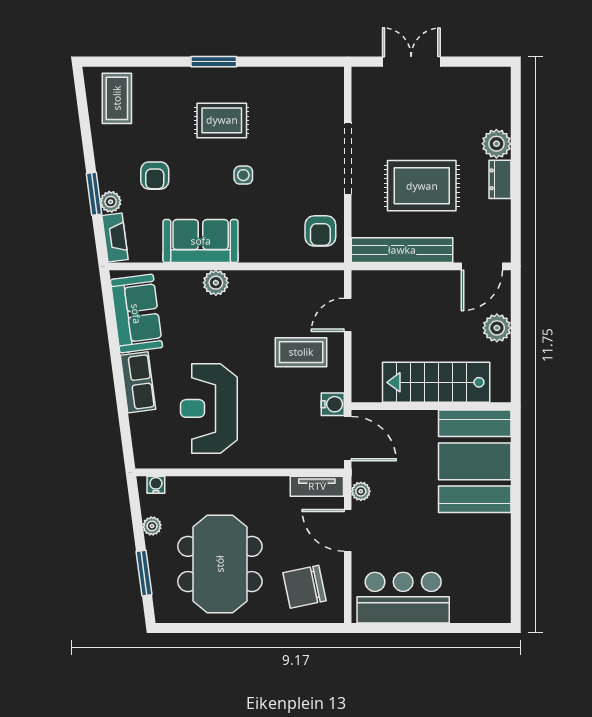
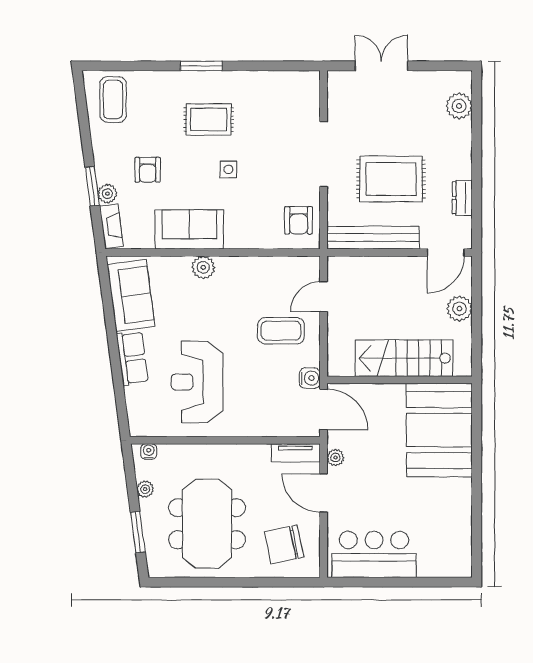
plant: (496, 144) -> (459, 106), moved
dresser: (500, 179) -> (462, 198), moved

